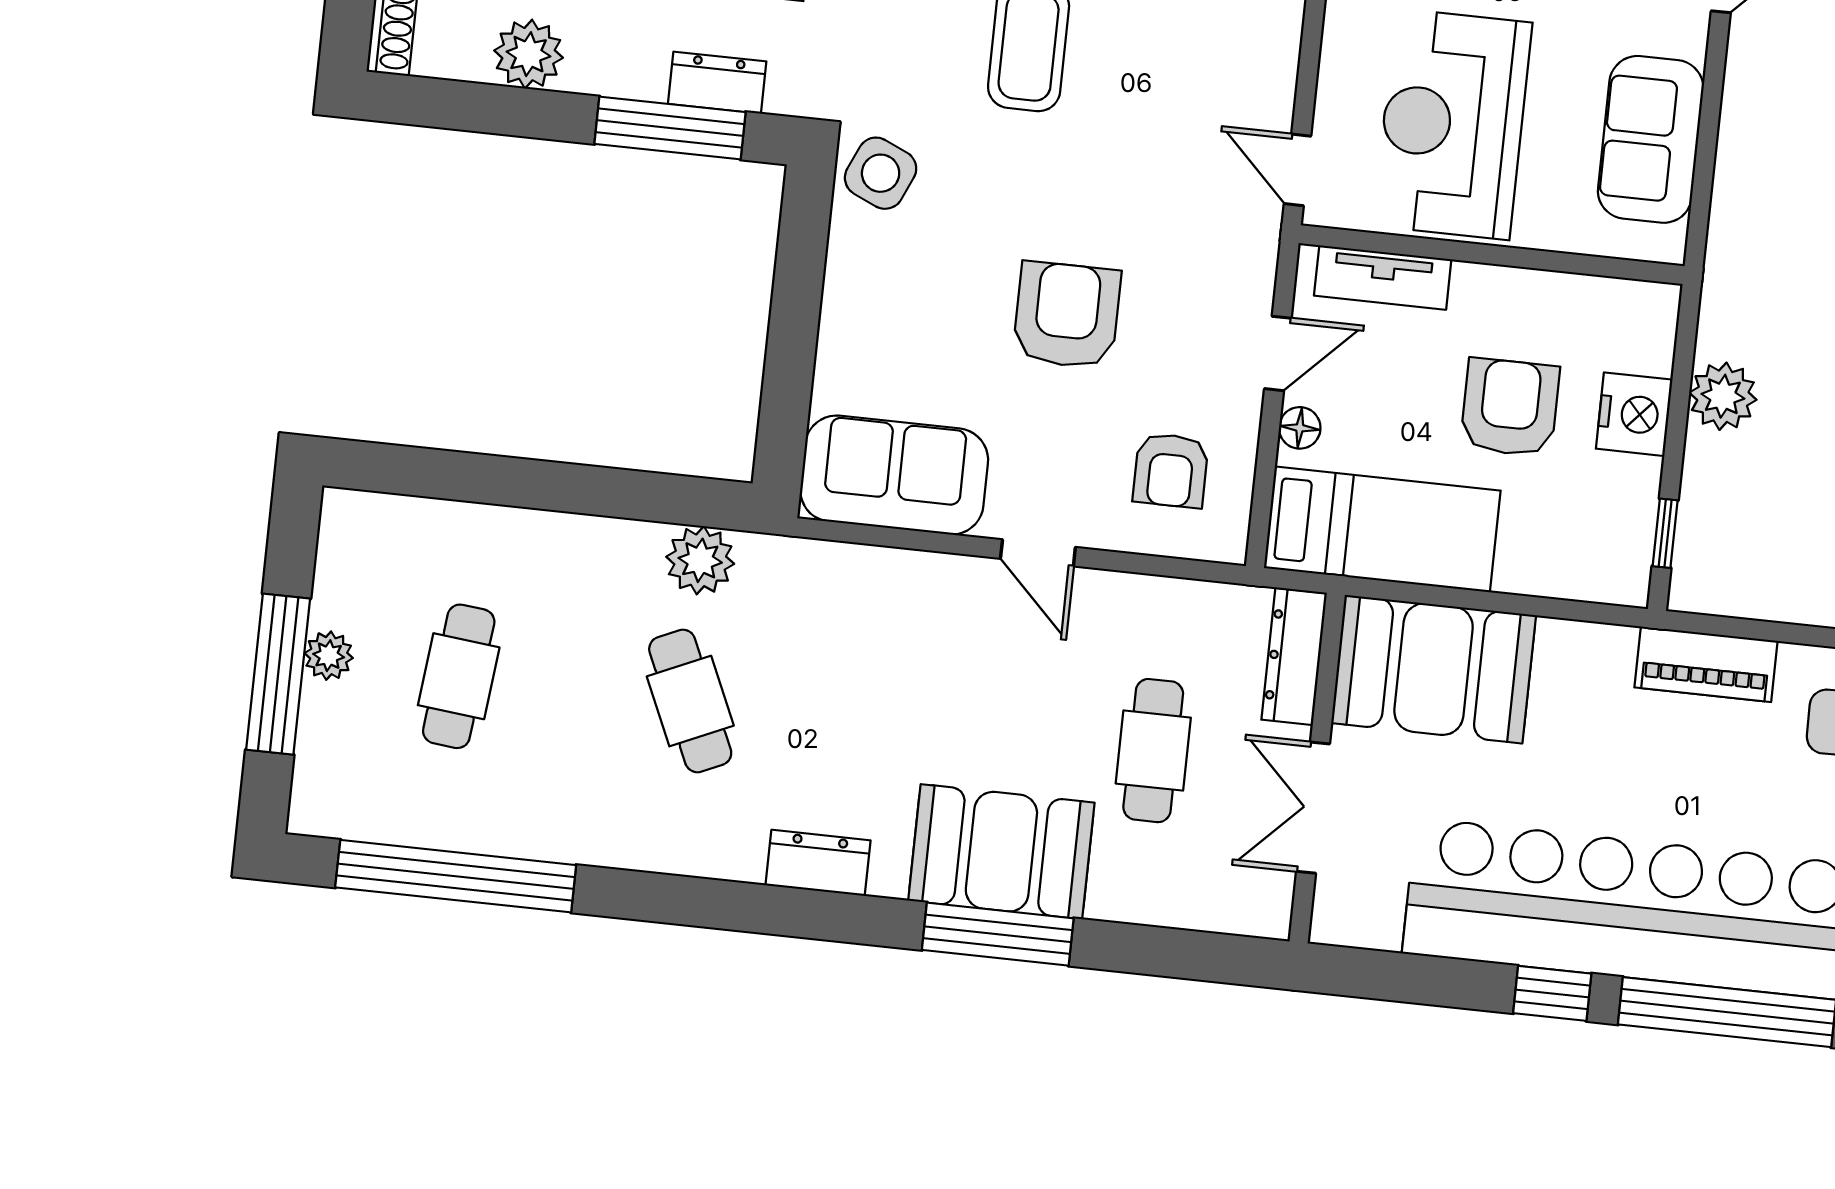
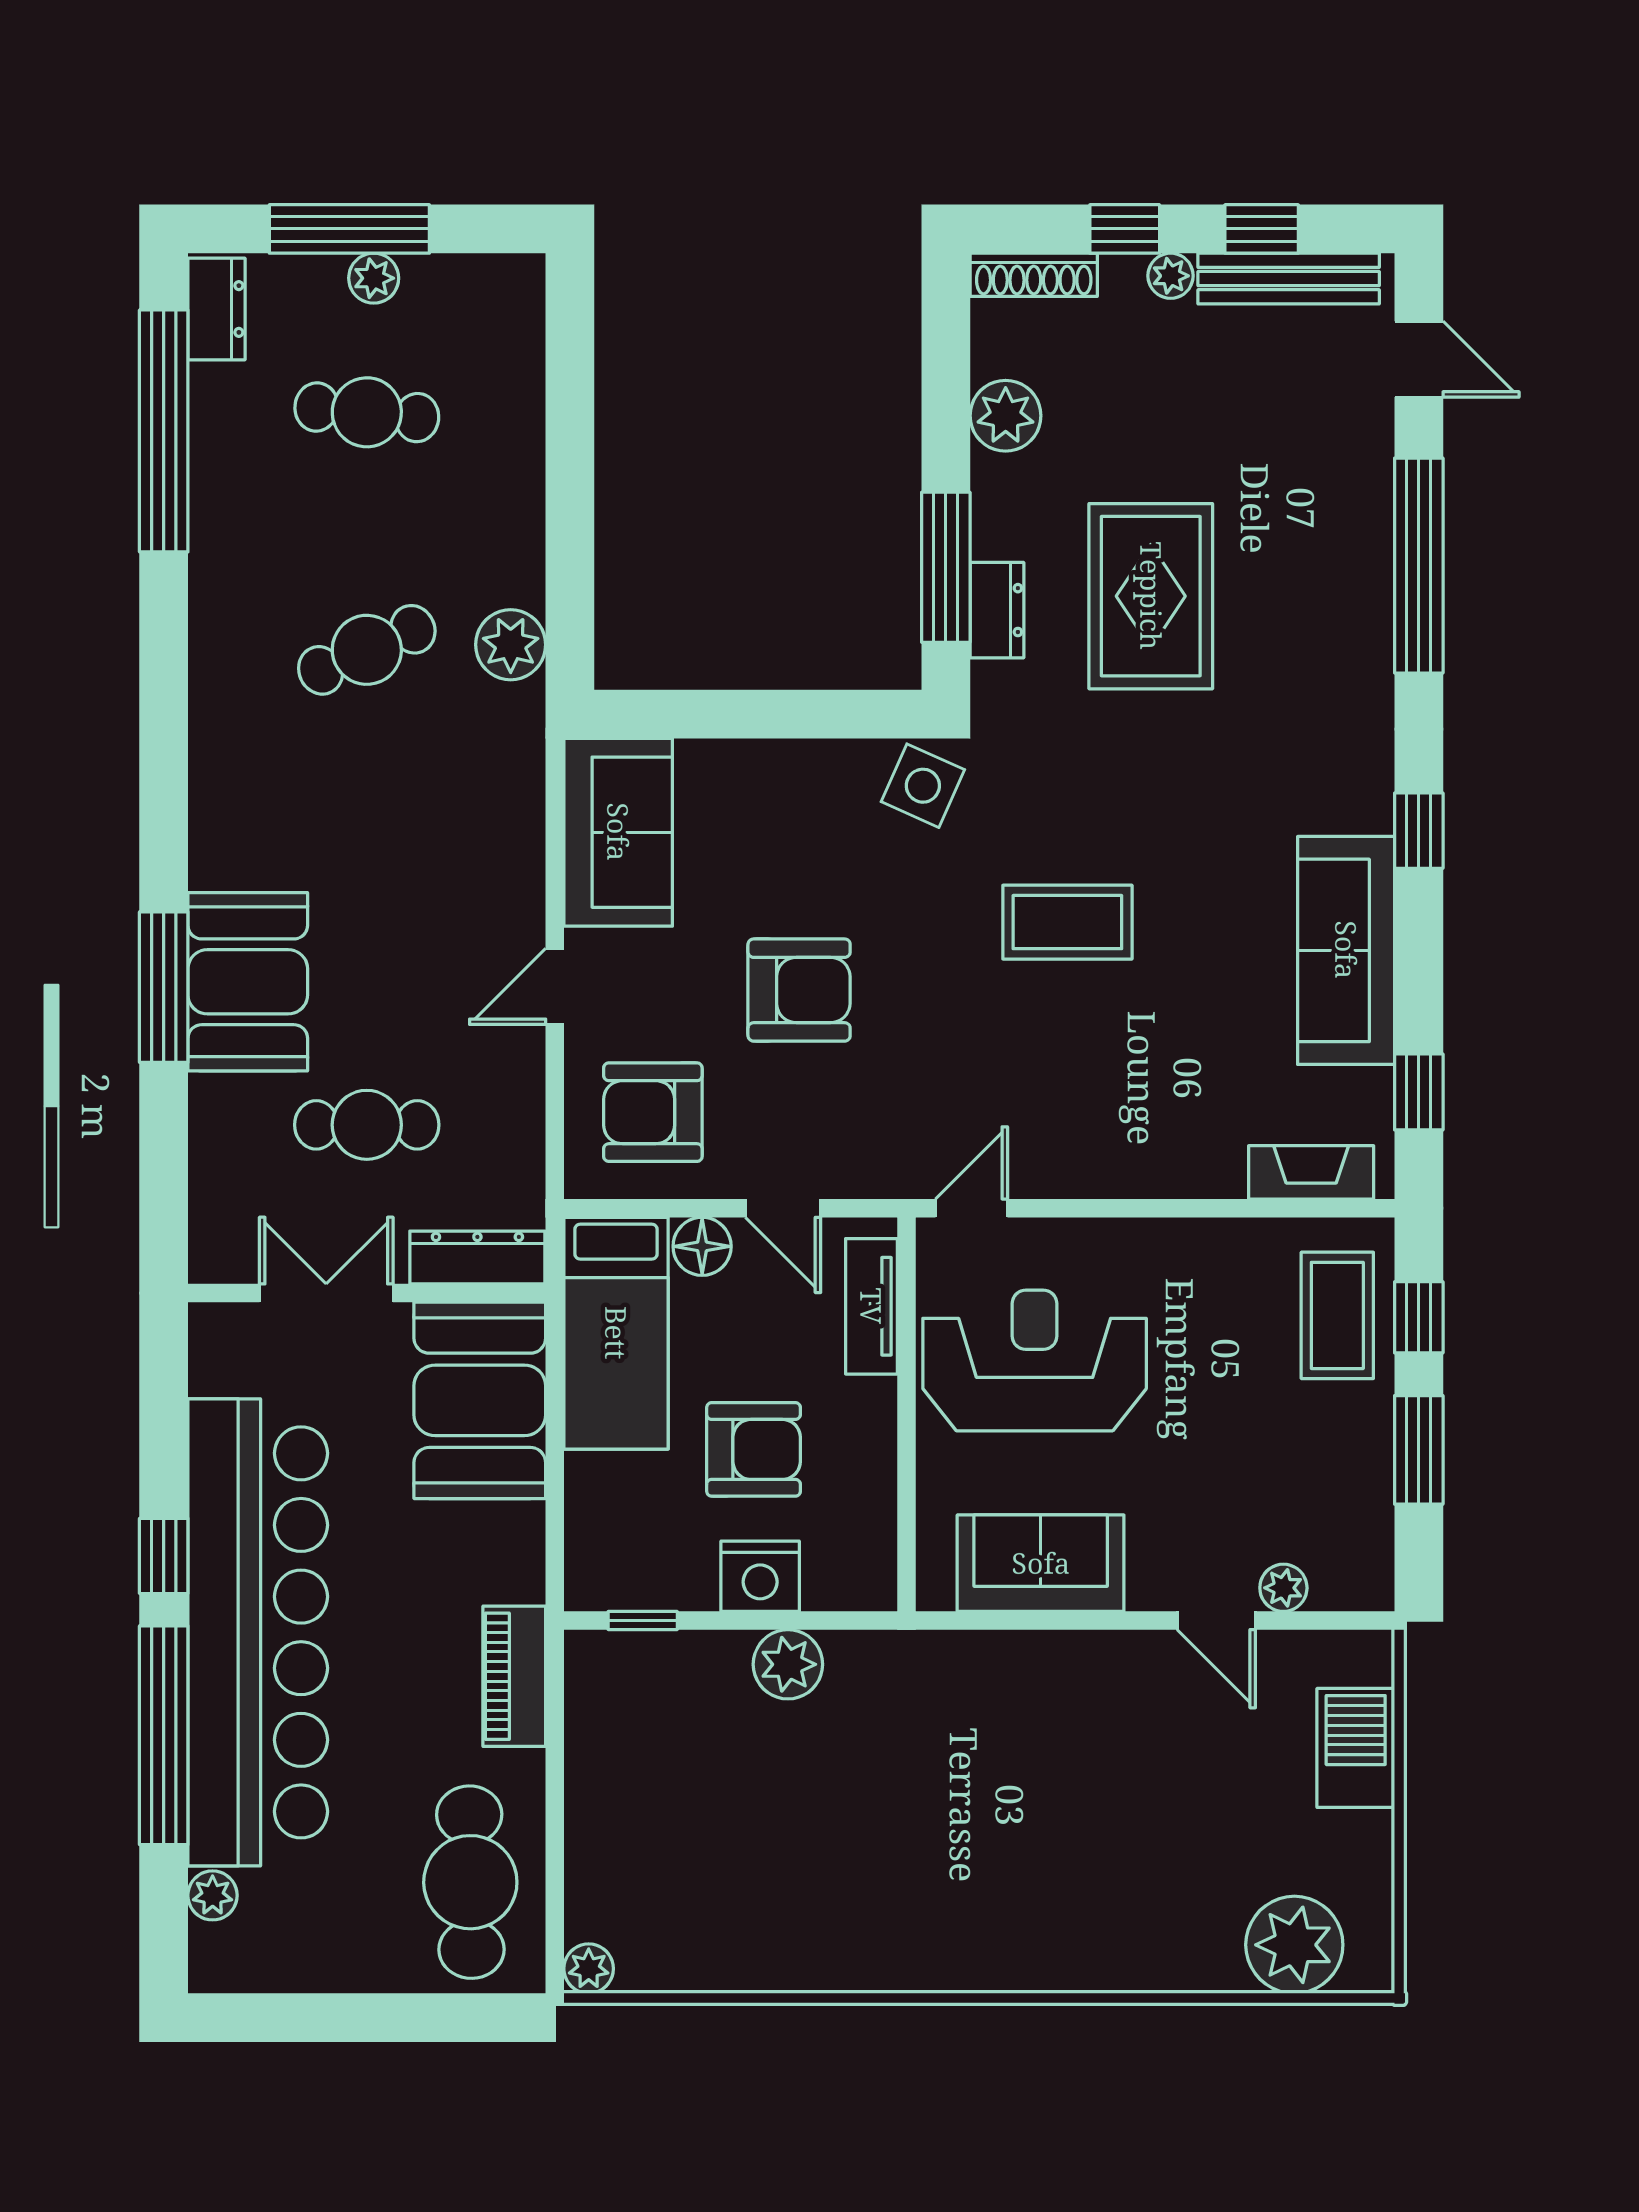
floor lamp: (1300, 428) -> (702, 1246), width x1.37, depth x1.37
armchair: (1171, 470) -> (653, 1112), width x1.38, depth x1.38
dresser: (818, 863) -> (217, 309), moved

